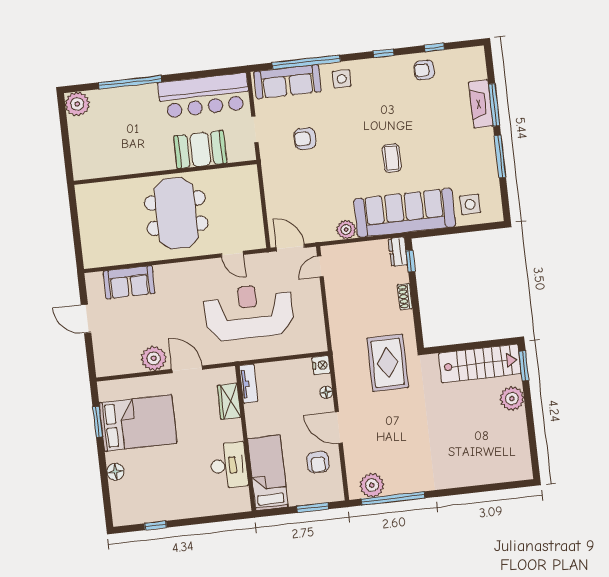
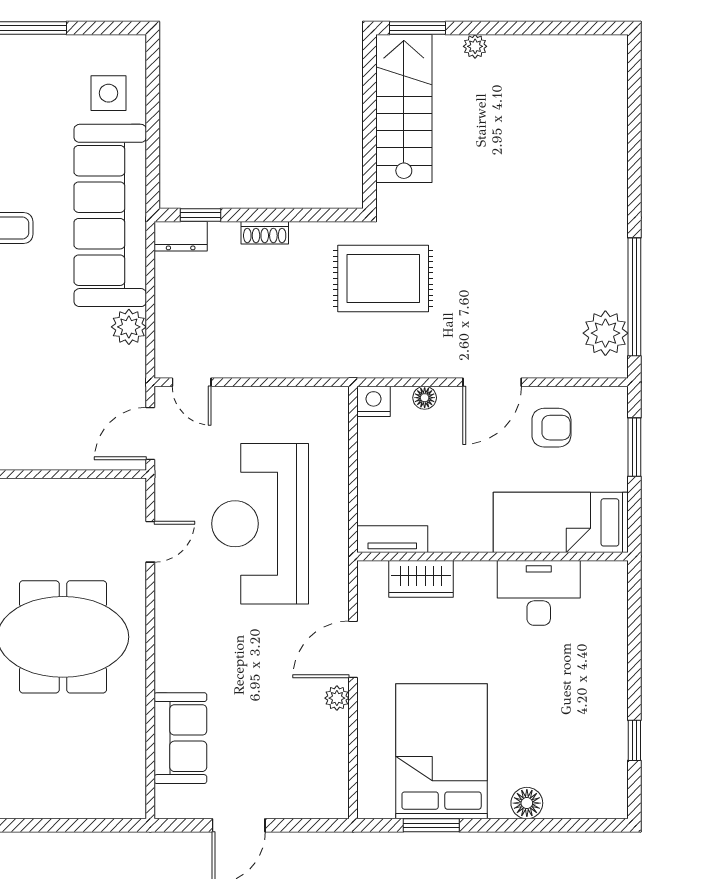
plant: (154, 358) -> (337, 698), width x0.53, depth x0.53
plant: (512, 398) -> (475, 46), width x0.53, depth x0.53

